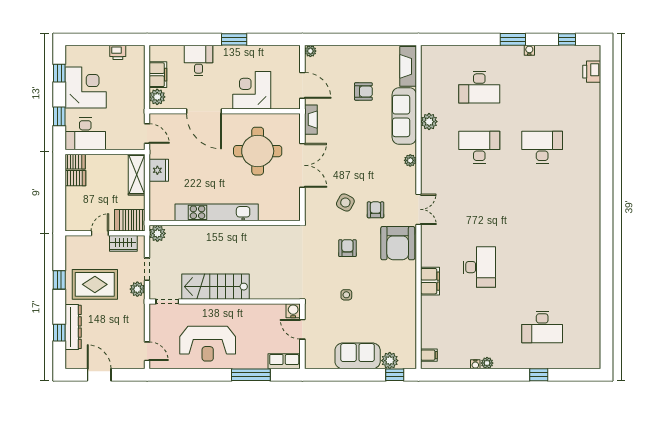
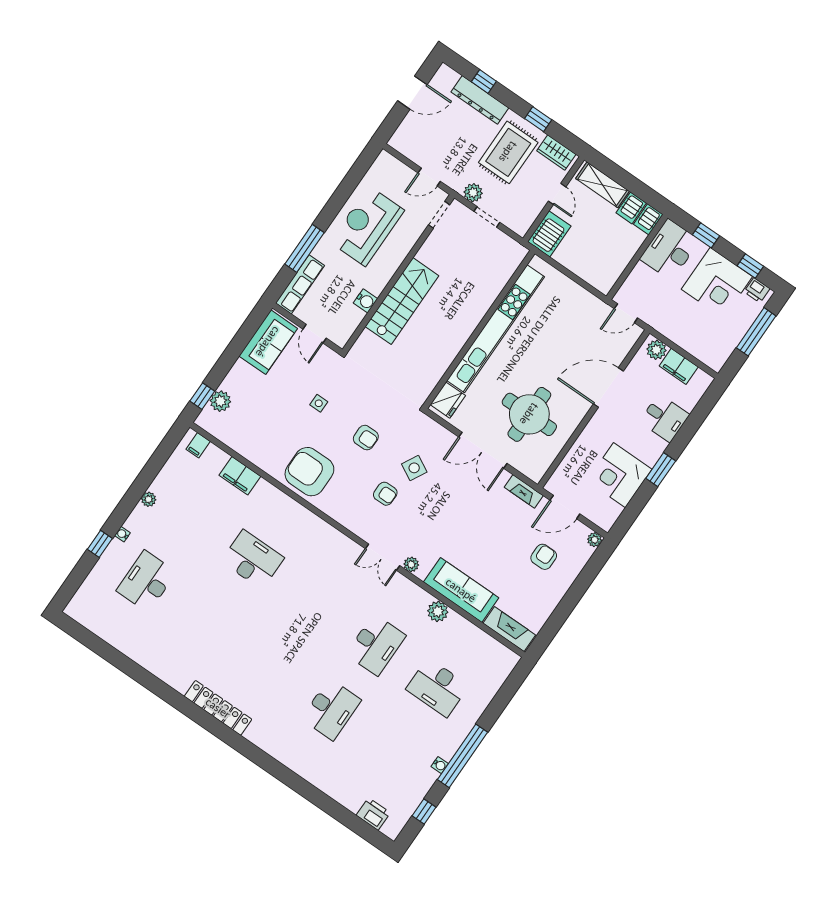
window: (100, 39) -> (756, 332), added
window: (513, 39) -> (463, 756), width x2.11
printer: (118, 52) -> (757, 290), moved, turned -90
desk: (479, 87) -> (437, 687), turned -90
corner desk: (252, 90) -> (620, 475), moved, turned 180
armchair: (363, 91) -> (544, 557), moved, turned 180
fridge: (159, 170) -> (448, 400), moved, turned -90
shelving: (137, 175) -> (602, 185), moved
double door: (419, 209) -> (383, 557), moved
kitchen unit: (217, 212) -> (496, 329), width x1.36
locker: (593, 222) -> (218, 708), added
plant: (157, 233) -> (516, 253), removed
wardrobe: (123, 243) -> (556, 153), moved, turned -90
armchair: (398, 243) -> (309, 472), moved
desk: (479, 267) -> (253, 560), turned 180
filing cabinet: (430, 281) -> (240, 476), moved
stairs: (215, 287) -> (402, 301), moved
water cooler: (293, 311) -> (366, 301), moved
door: (302, 329) -> (315, 334), swing flipped
door: (147, 351) -> (429, 177), moved
sofa: (358, 356) -> (268, 342), moved
row of seats: (284, 361) -> (300, 284), width x1.48
water cooler: (475, 364) -> (122, 534), moved

